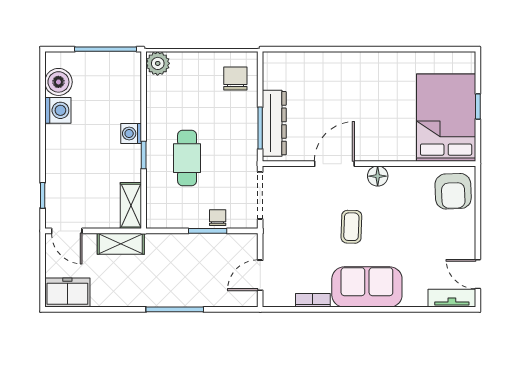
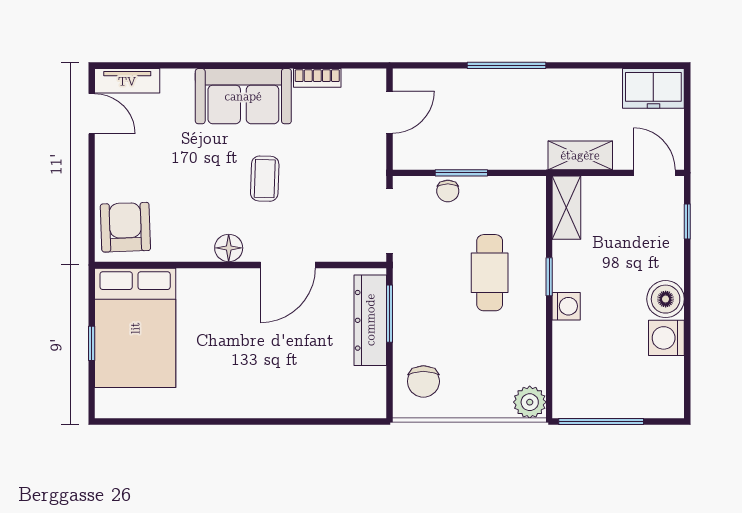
boiler: (58, 82) -> (666, 299), moved

